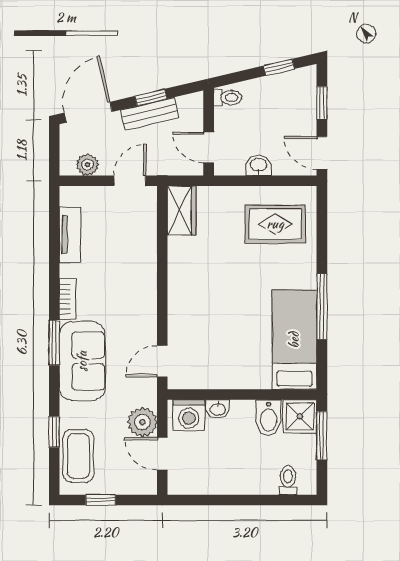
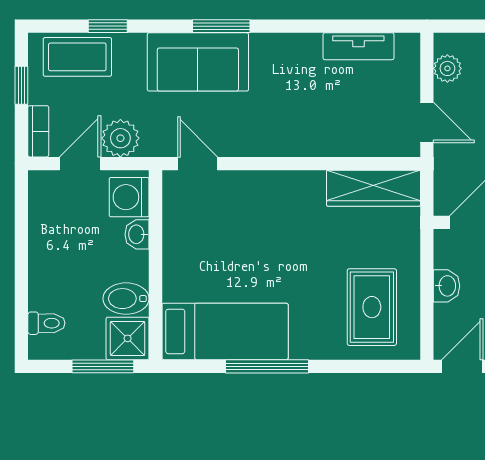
wardrobe: (182, 211) -> (374, 188), width x1.50
bookcase: (67, 299) -> (38, 131), moved, turned -90

